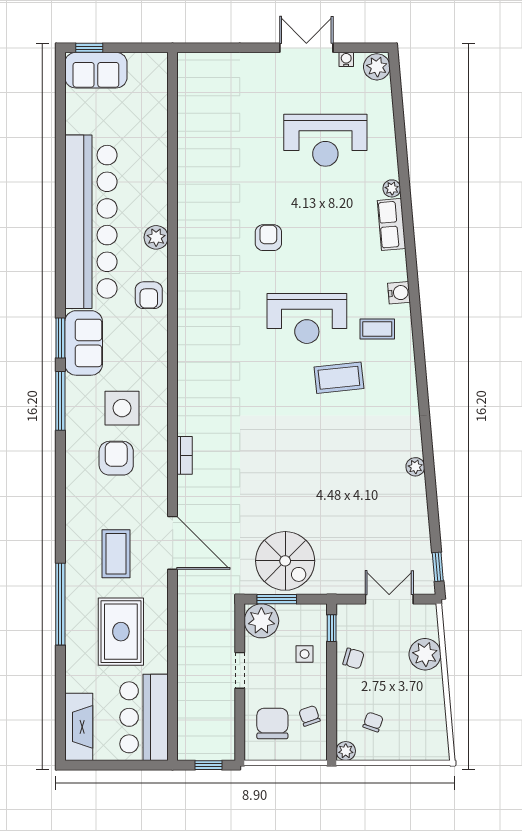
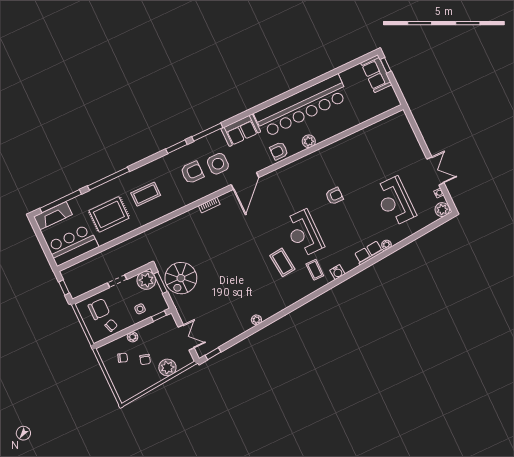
window: (60, 338) -> (176, 147), moved
door: (173, 543) -> (245, 181), moved
chair: (353, 658) -> (145, 359), moved
window: (60, 702) -> (61, 201), added
plant: (346, 751) -> (133, 337), moved

